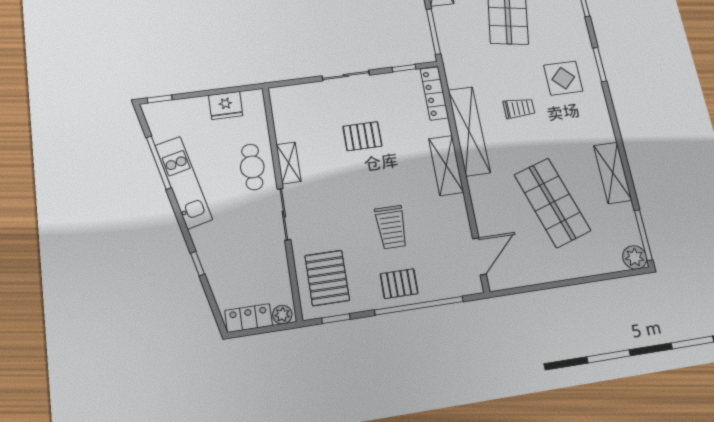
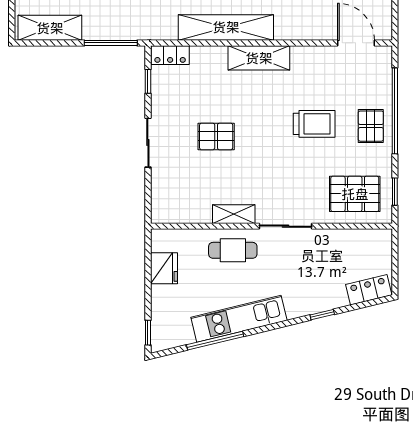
locker: (434, 93) -> (170, 55), width x0.66
pallet: (362, 136) -> (216, 136), turned 90
plant: (282, 315) -> (383, 241), removed
locker: (249, 318) -> (369, 290), moved, turned 76

